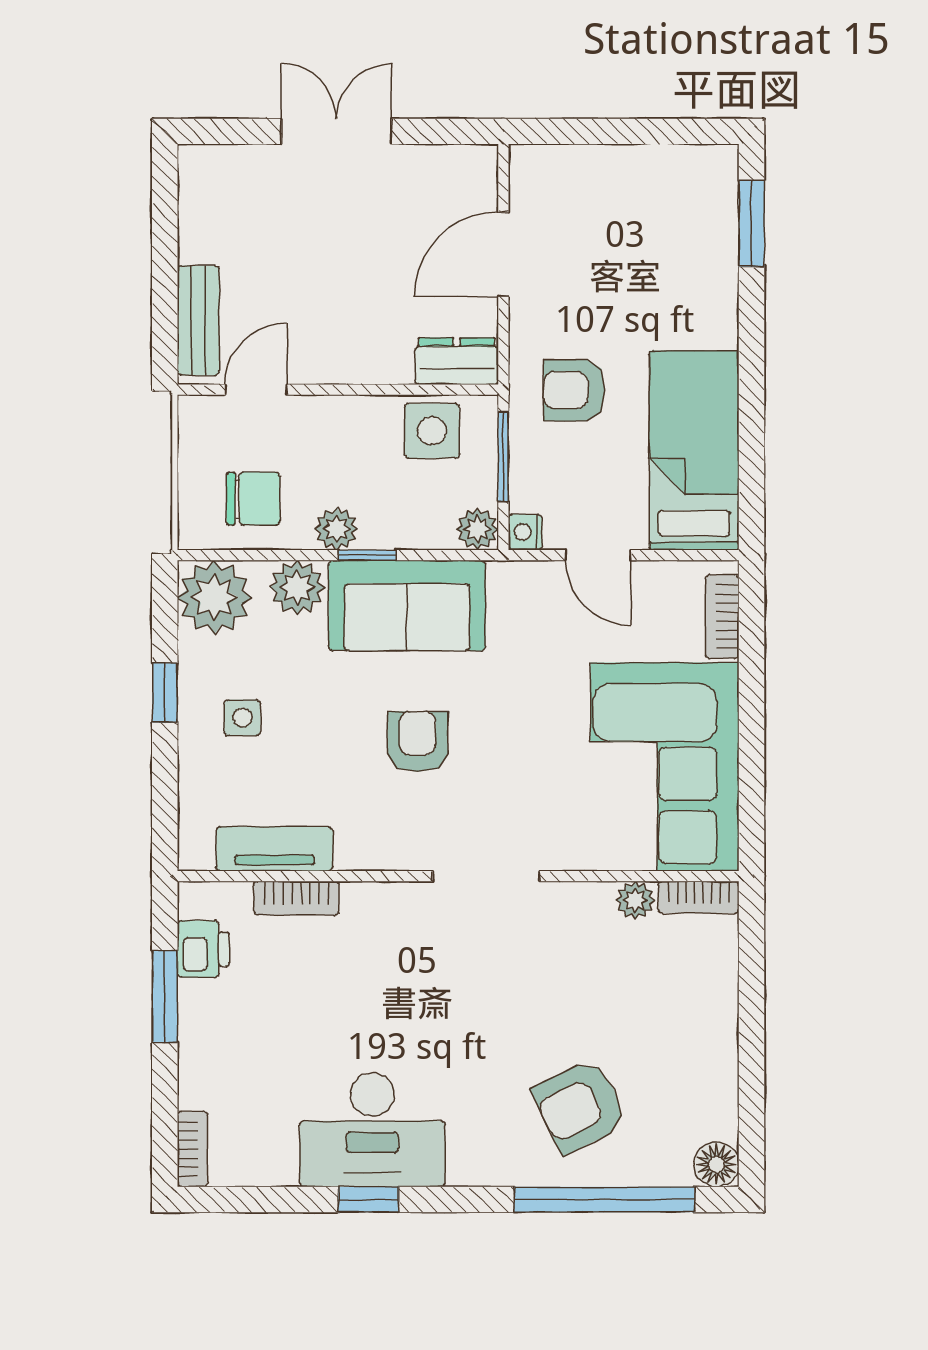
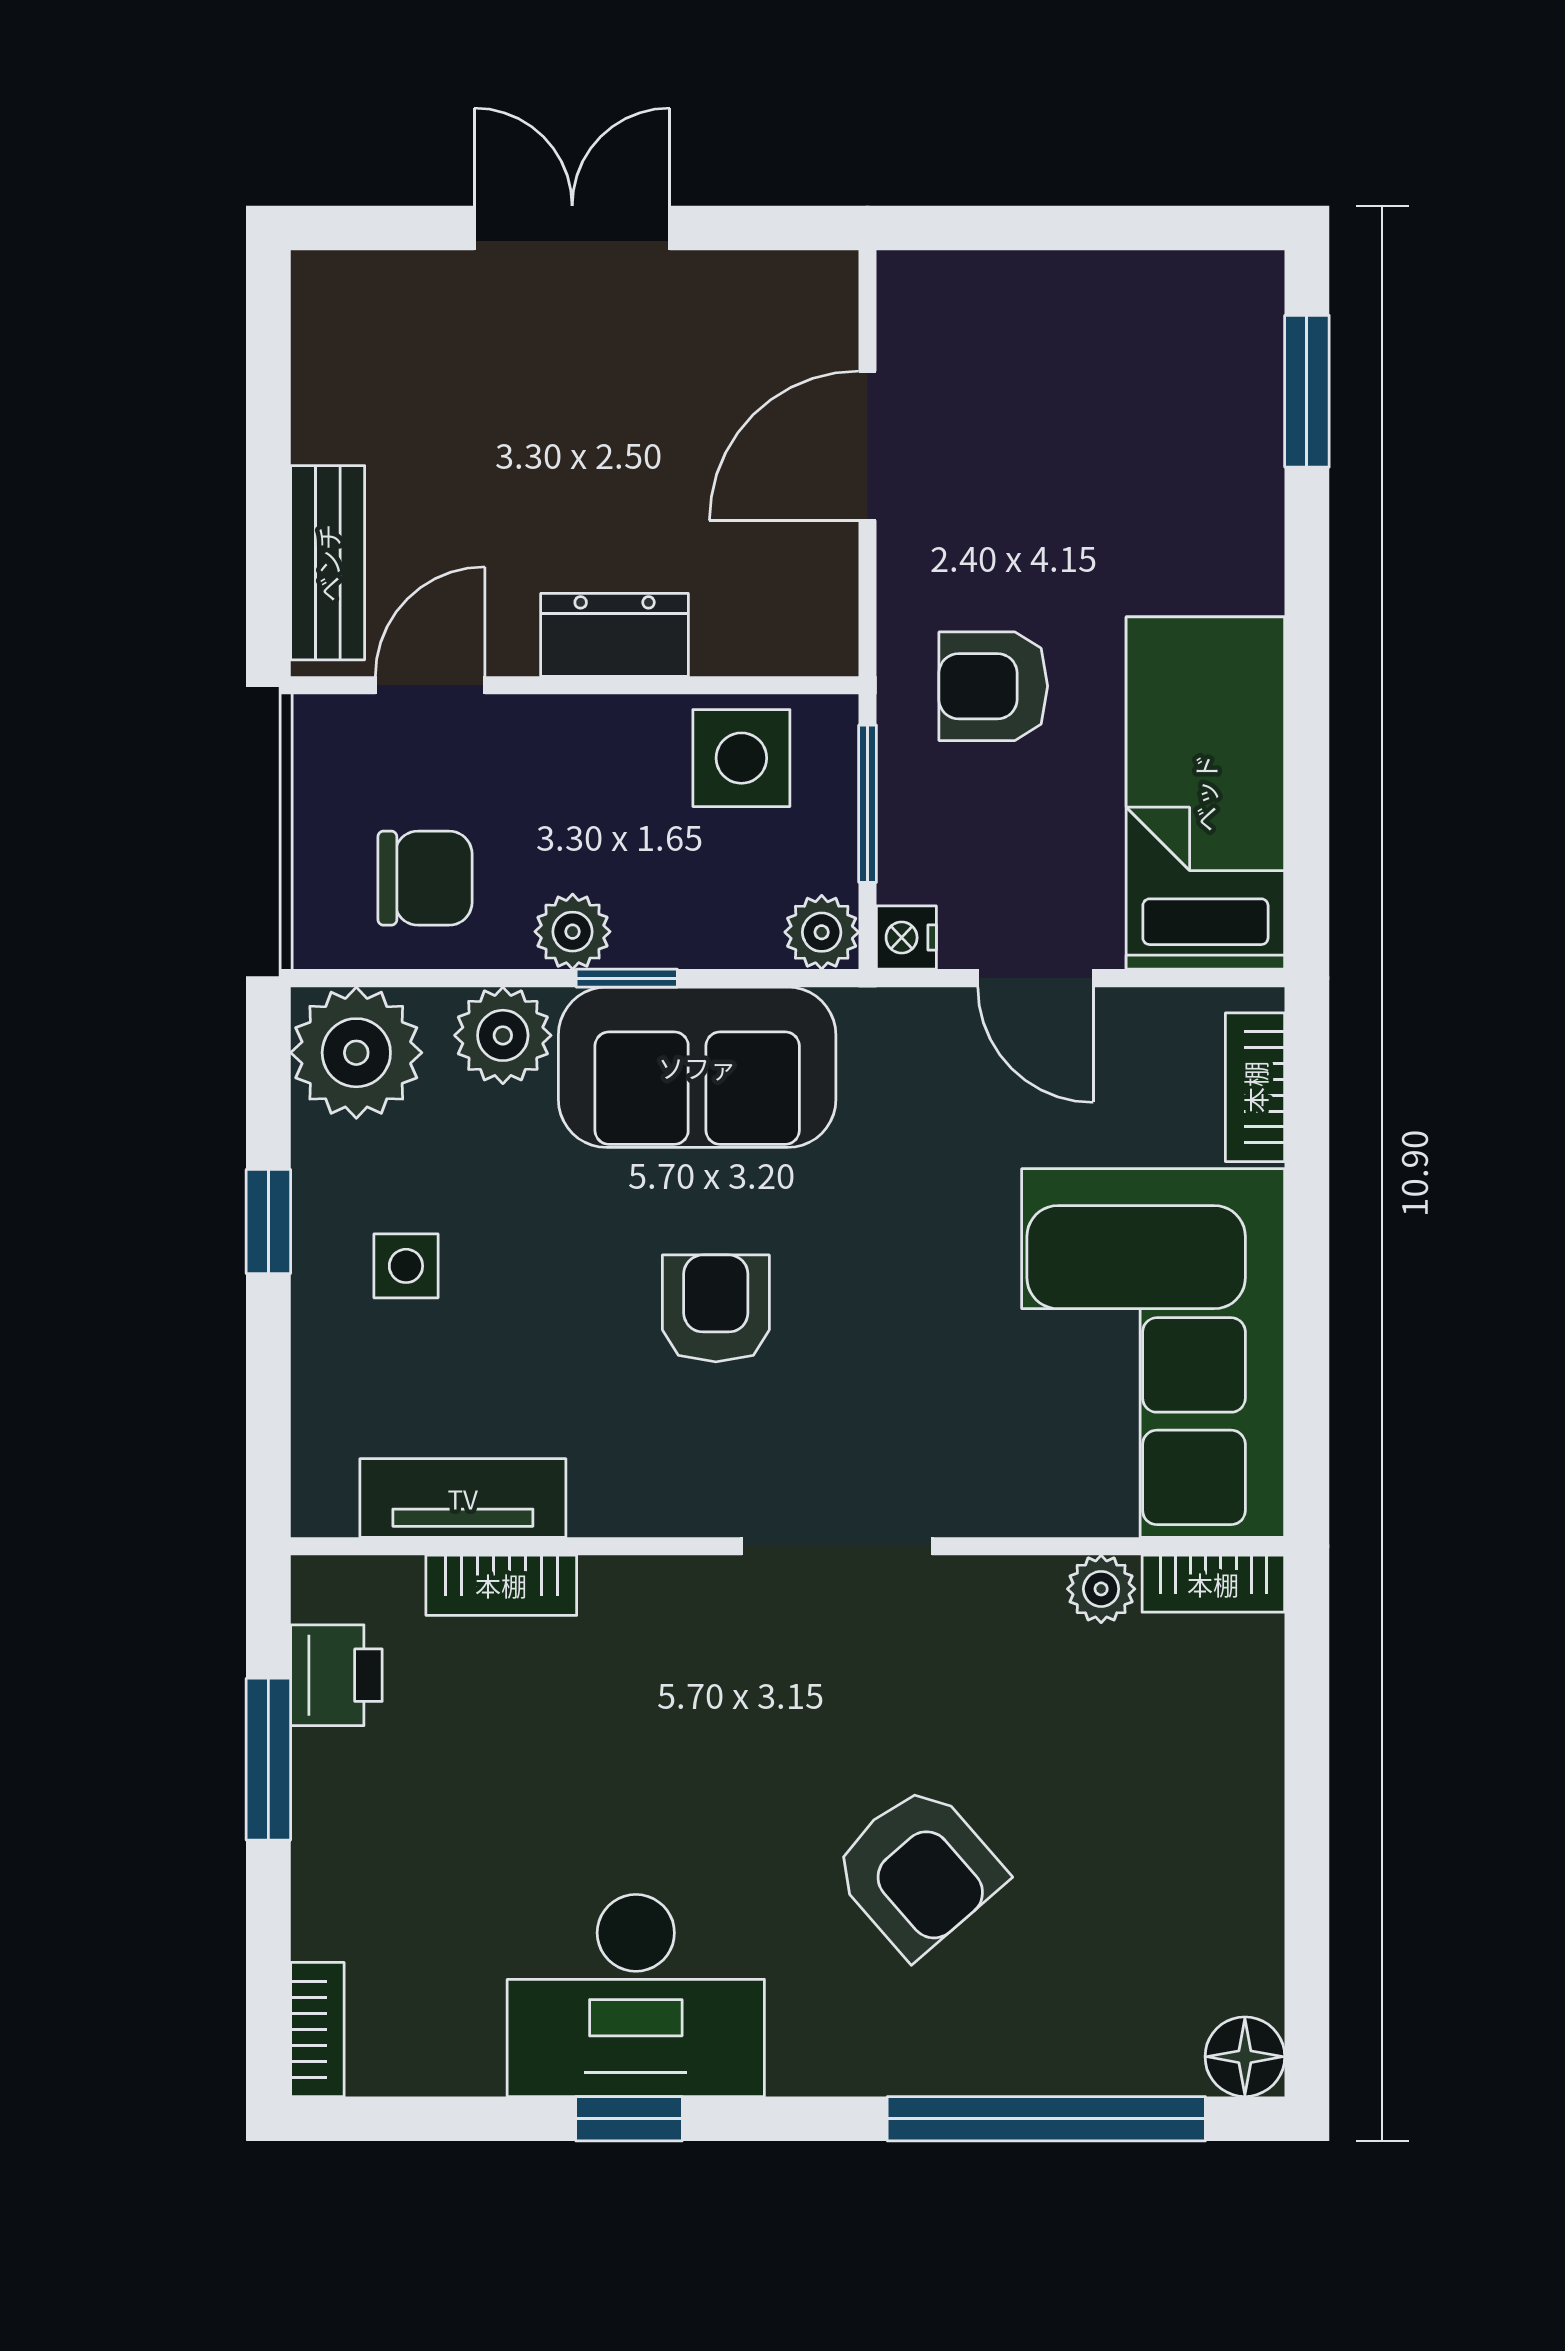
dresser: (457, 361) -> (615, 635), moved
armchair: (580, 1106) -> (918, 1871), moved, turned -105

